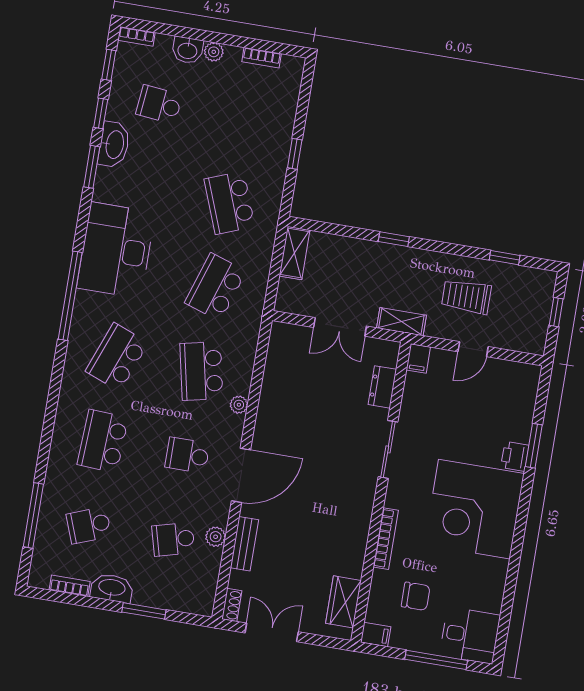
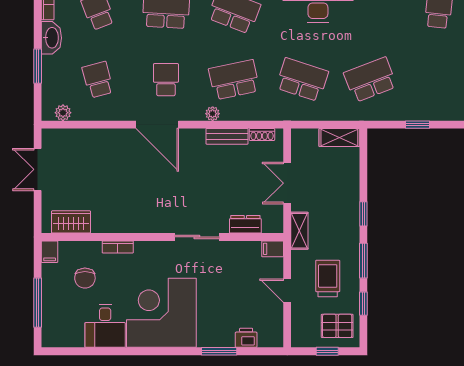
window: (452, 249) -> (363, 261), added
pallet: (527, 295) -> (337, 326), added
printer: (515, 456) -> (246, 338), moved
plant: (216, 537) -> (63, 113), moved
bookcase: (386, 539) -> (118, 247), width x0.64
bench: (244, 544) -> (227, 136), moved
shoe rack: (232, 605) -> (262, 134), moved
double door: (272, 632) -> (38, 169), swing flipped
desk: (470, 635) -> (105, 326), moved

